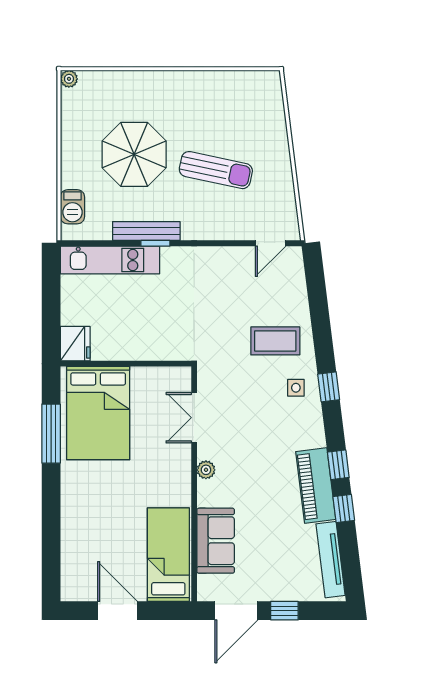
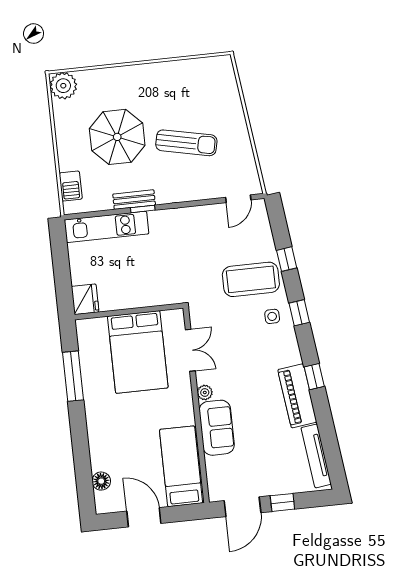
plant: (69, 79) -> (63, 86), width x1.88, depth x1.88
bench: (146, 231) -> (134, 200), width x0.73
coffee table: (275, 341) -> (251, 279), width x1.36, depth x1.32
bed: (98, 413) -> (138, 352), moved
double door: (194, 418) -> (190, 350), swing flipped
window: (344, 509) -> (287, 259), moved
sofa: (216, 541) -> (217, 428), moved
floor lamp: (71, 562) -> (101, 481), added

